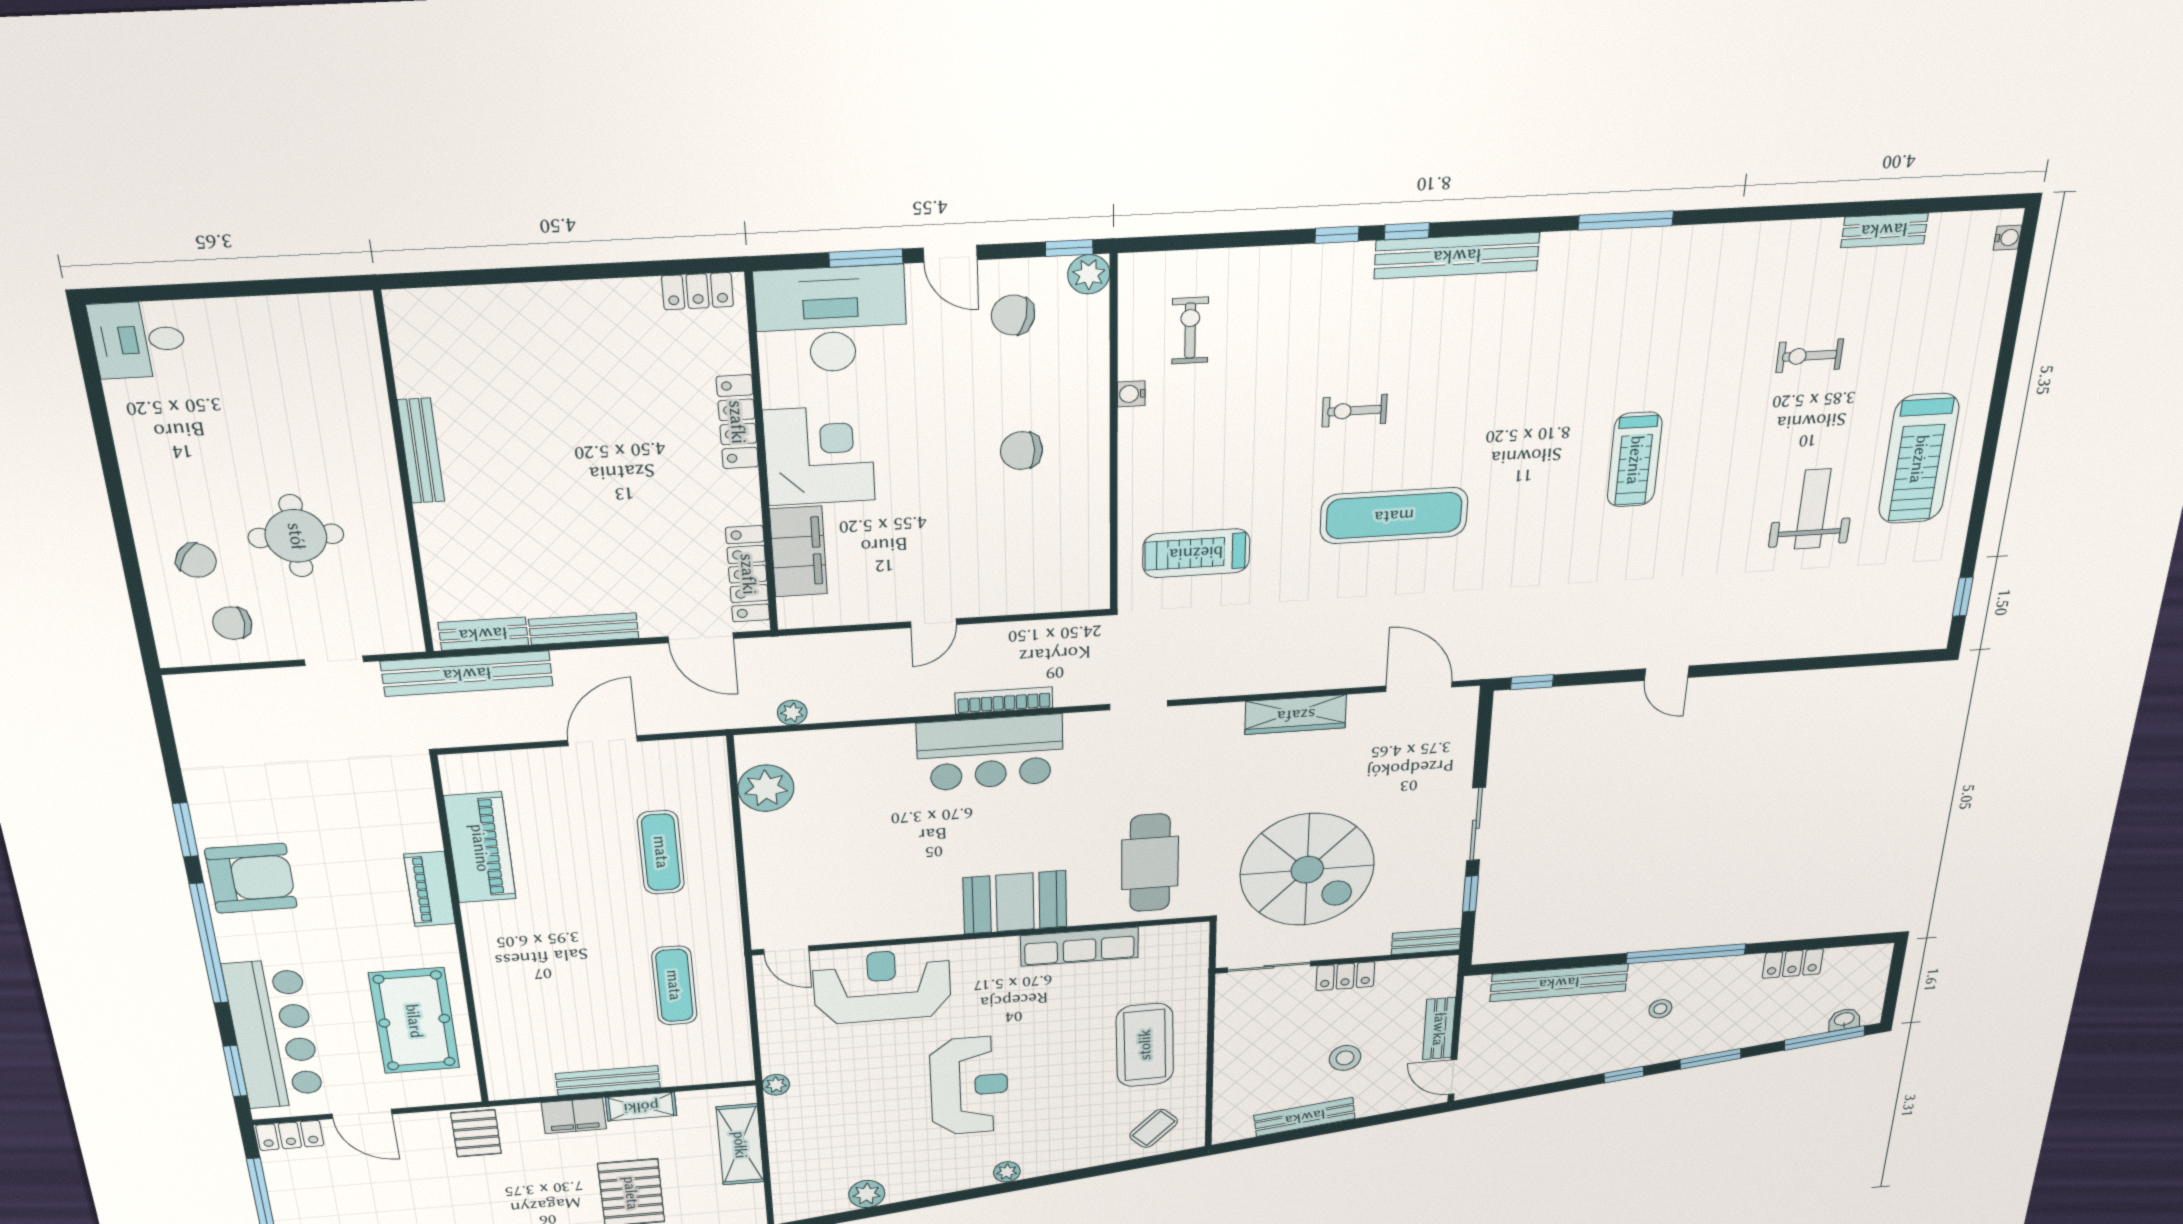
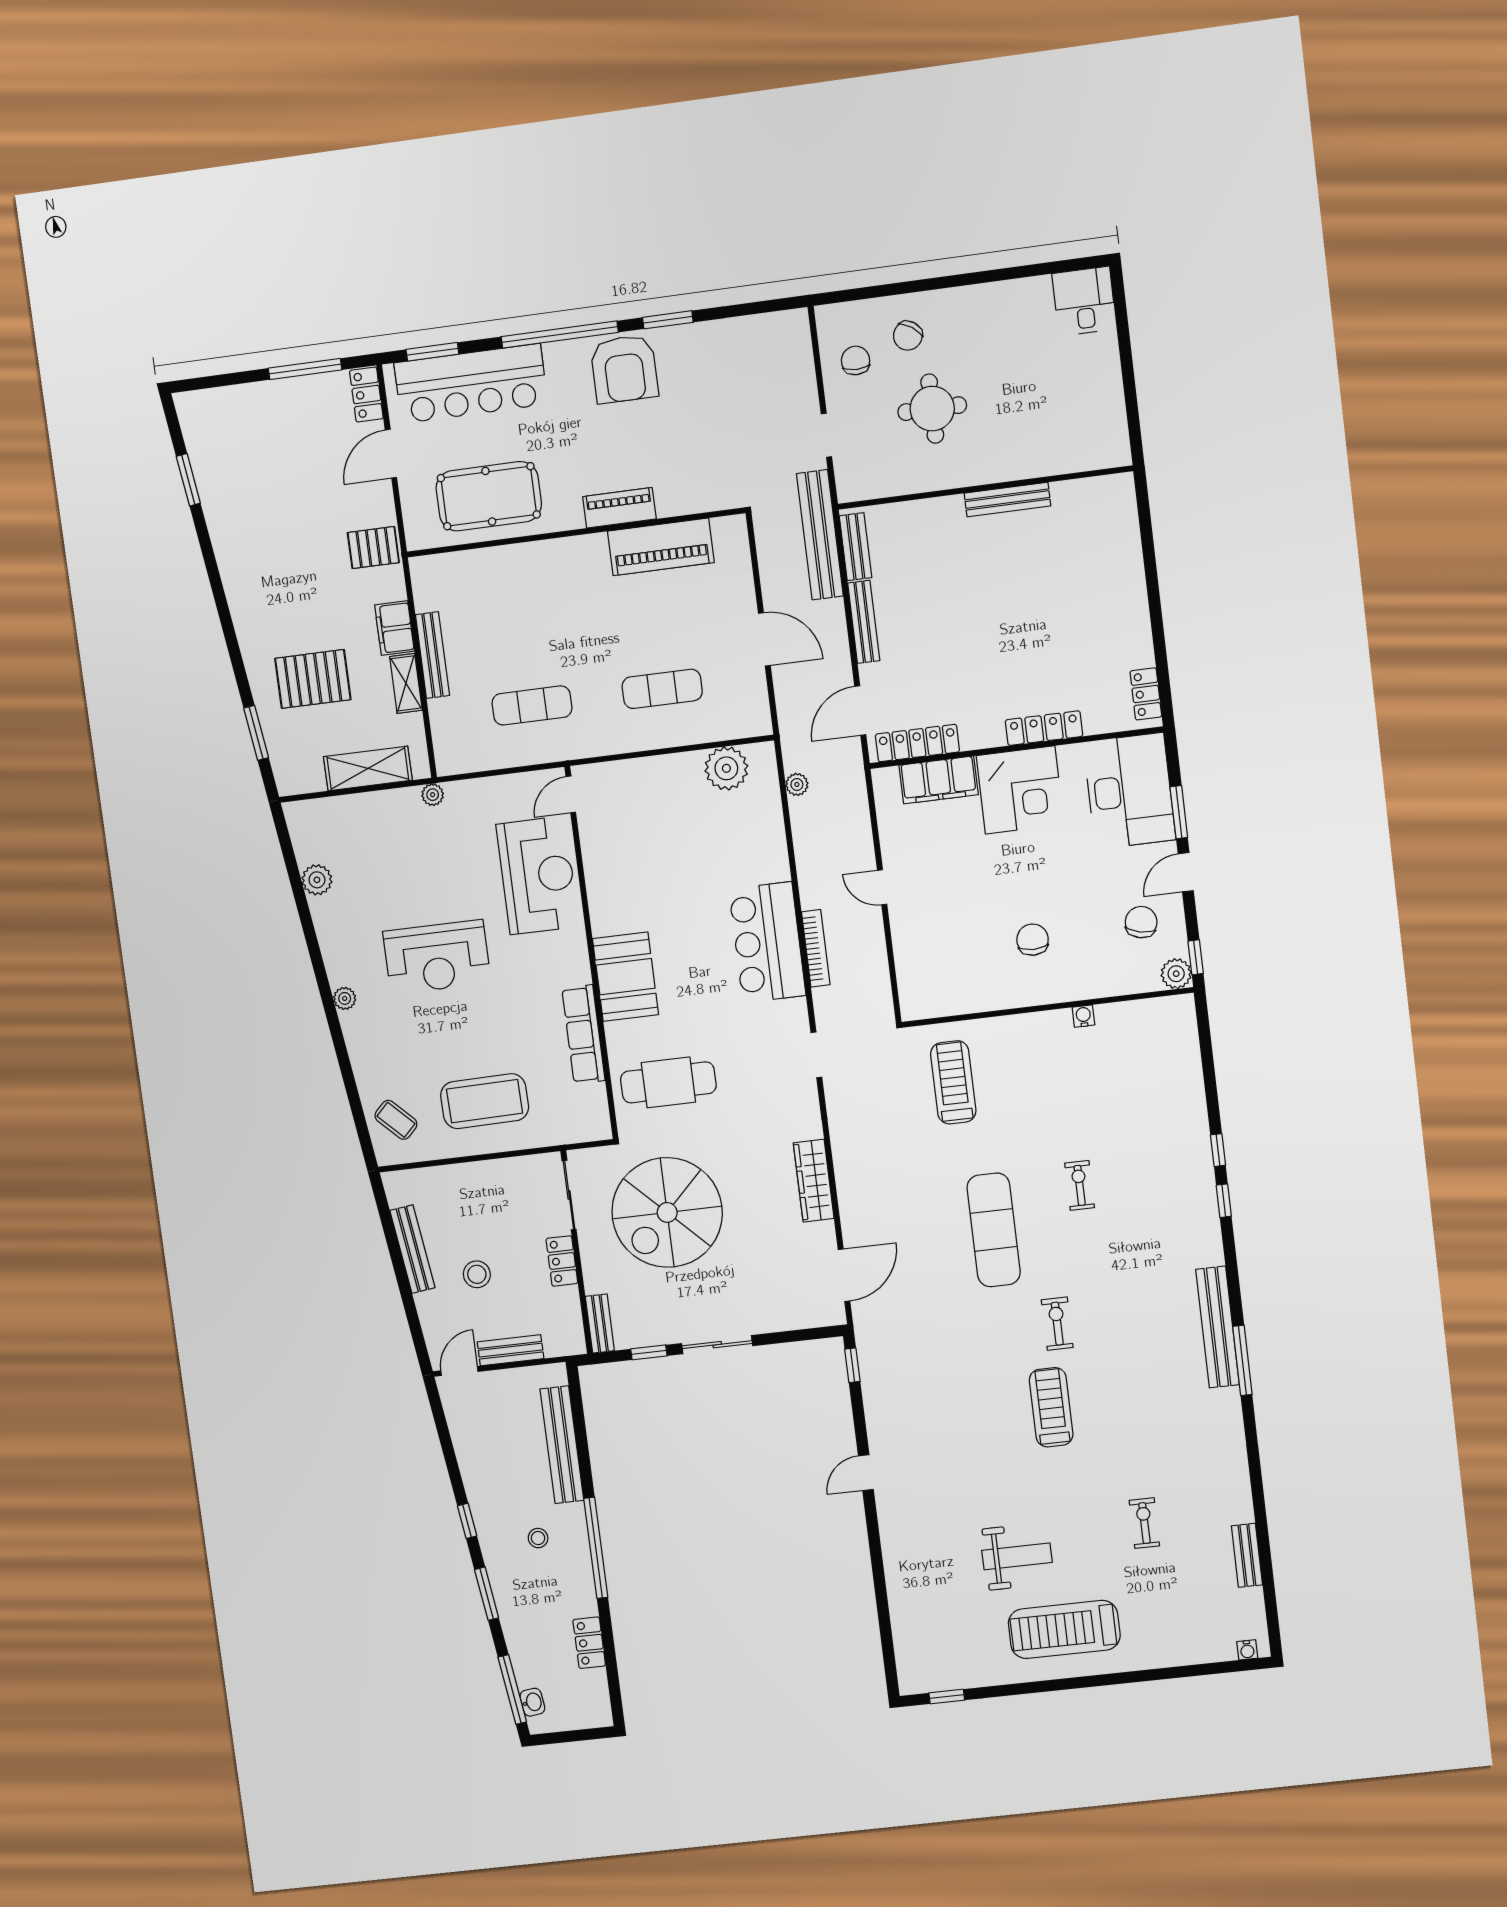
bench: (1457, 256) -> (1217, 1327), moved
exercise bike: (1190, 331) -> (1057, 1324), moved, turned -90
treadmill: (1635, 460) -> (1051, 1407), turned 90

